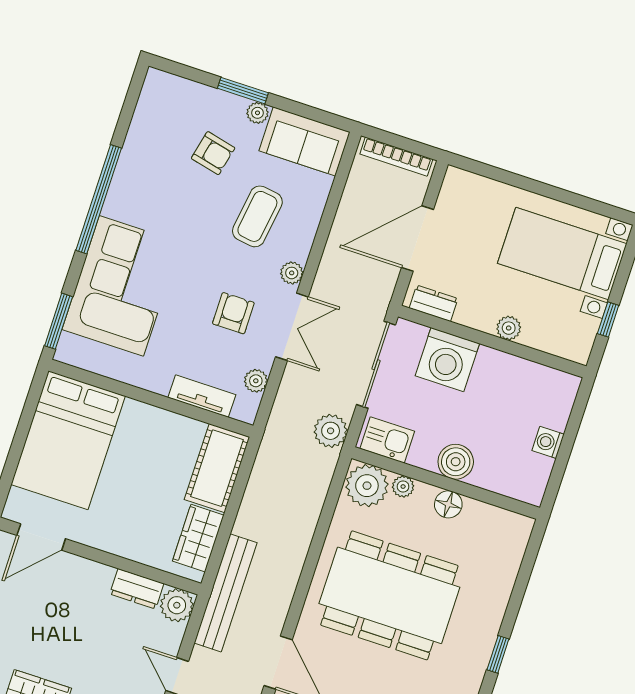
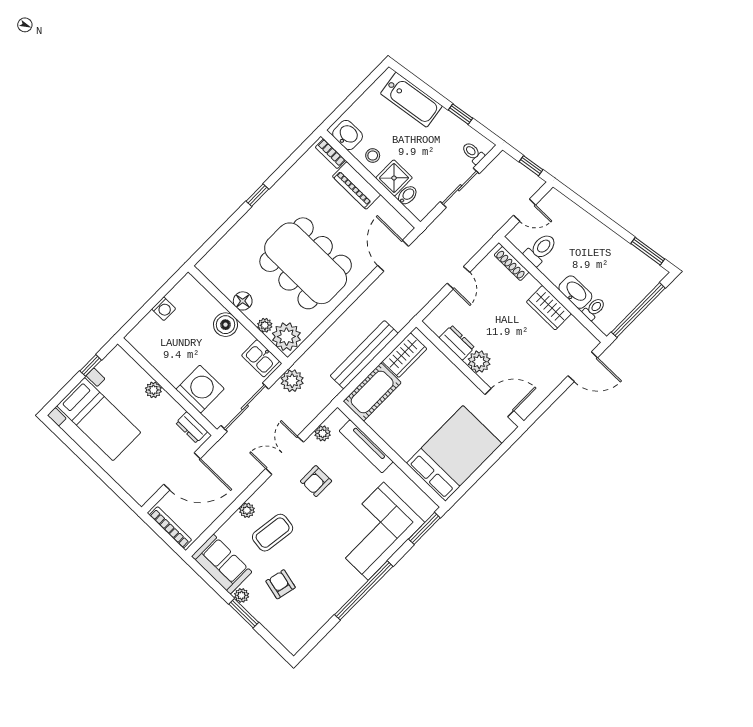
plant: (292, 273) -> (247, 510), moved
tv unit: (202, 396) -> (366, 446), width x1.41
bench: (226, 593) -> (364, 355), moved
plant: (177, 605) -> (479, 362), moved

